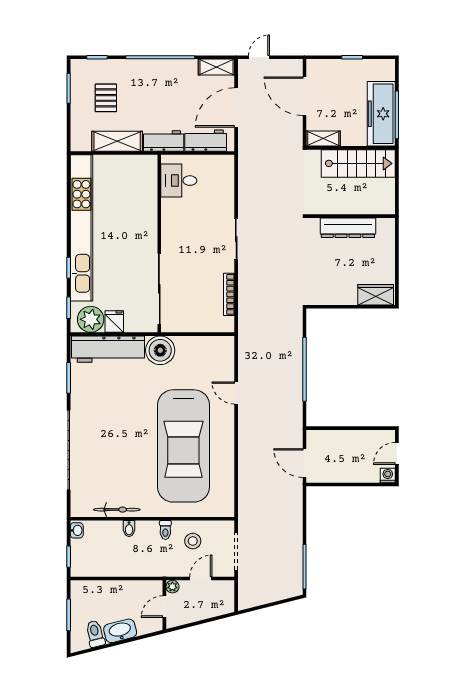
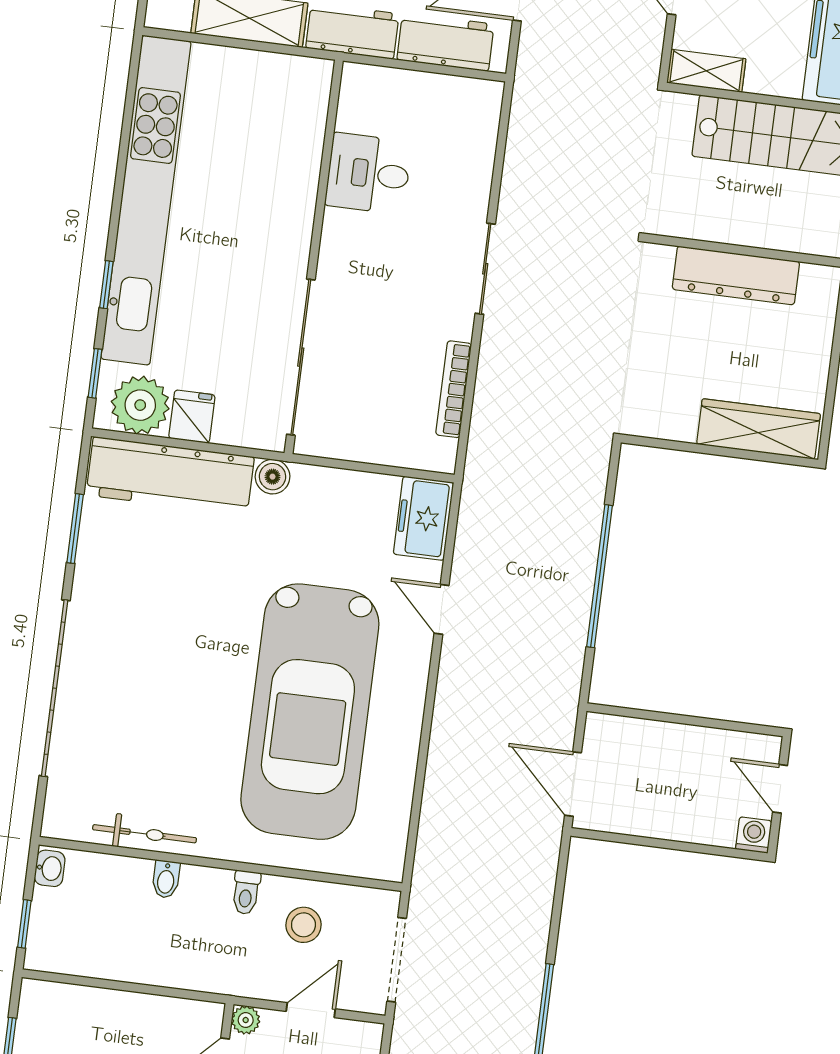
desk: (179, 181) -> (368, 174), moved
wardrobe: (376, 295) -> (758, 429), width x1.50
boiler: (160, 350) -> (273, 477), width x0.54, depth x0.54
freezer: (223, 354) -> (424, 518), added
door: (397, 453) -> (780, 789), hinge flipped

